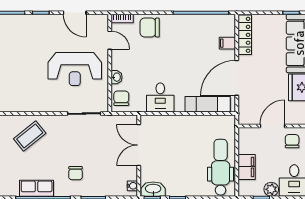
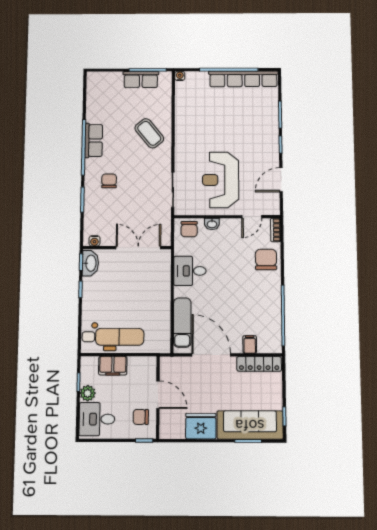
chair: (121, 98) -> (189, 229), turned 90
chair: (292, 141) -> (141, 417), turned 180
chair: (76, 173) -> (109, 181), turned 90

